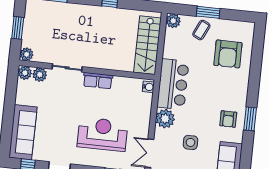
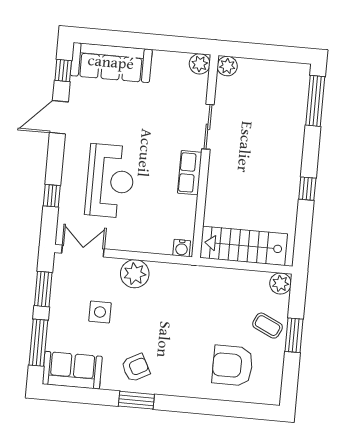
window: (18, 28) -> (266, 52), removed
plant: (40, 75) -> (197, 86), removed
bar counter: (173, 84) -> (186, 285), removed
armchair: (228, 119) -> (136, 368), turned 152

